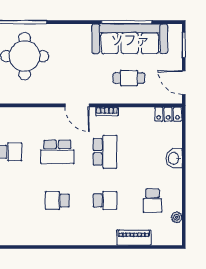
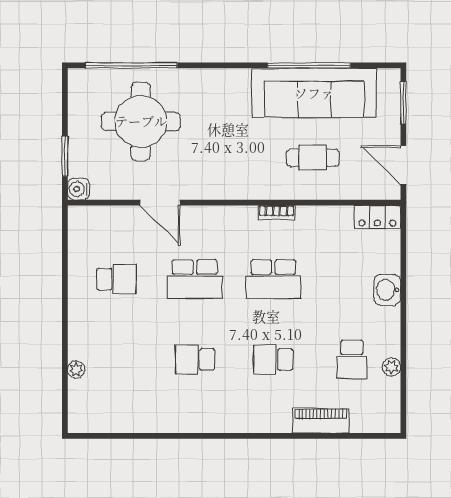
door: (77, 105) -> (160, 203), moved
school desk: (105, 152) -> (273, 279), turned 90
school desk: (105, 201) -> (273, 359), turned 180
plant: (177, 217) -> (391, 367), moved

